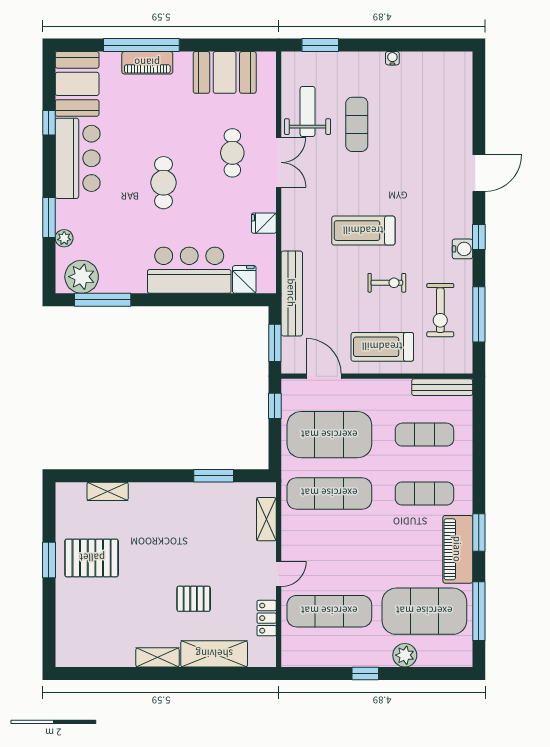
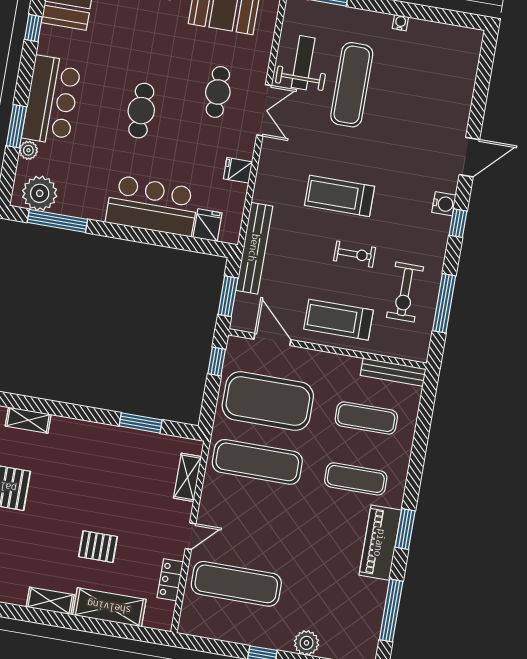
exercise mat: (357, 124) -> (352, 85), width x1.36, depth x1.45
bar counter: (78, 158) -> (51, 100), moved
water cooler: (462, 249) -> (444, 204), moved
exercise mat: (424, 611) -> (335, 601), removed

